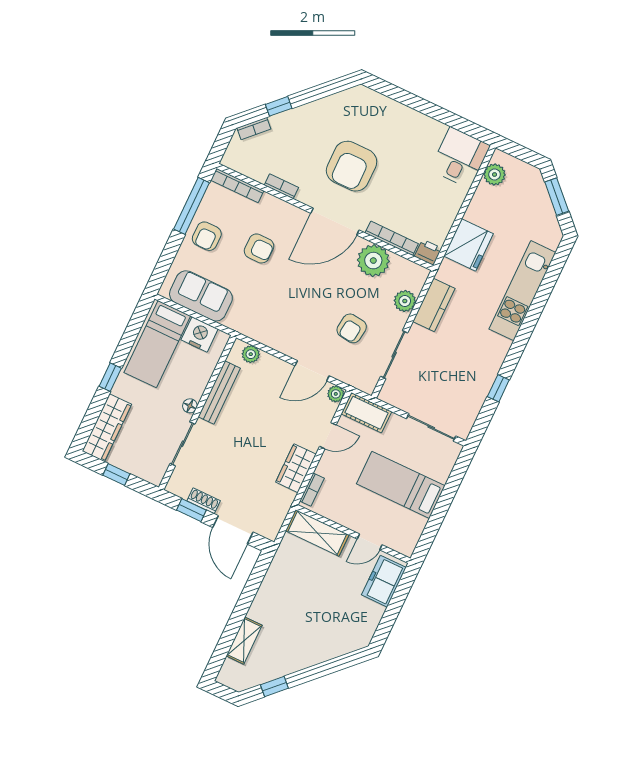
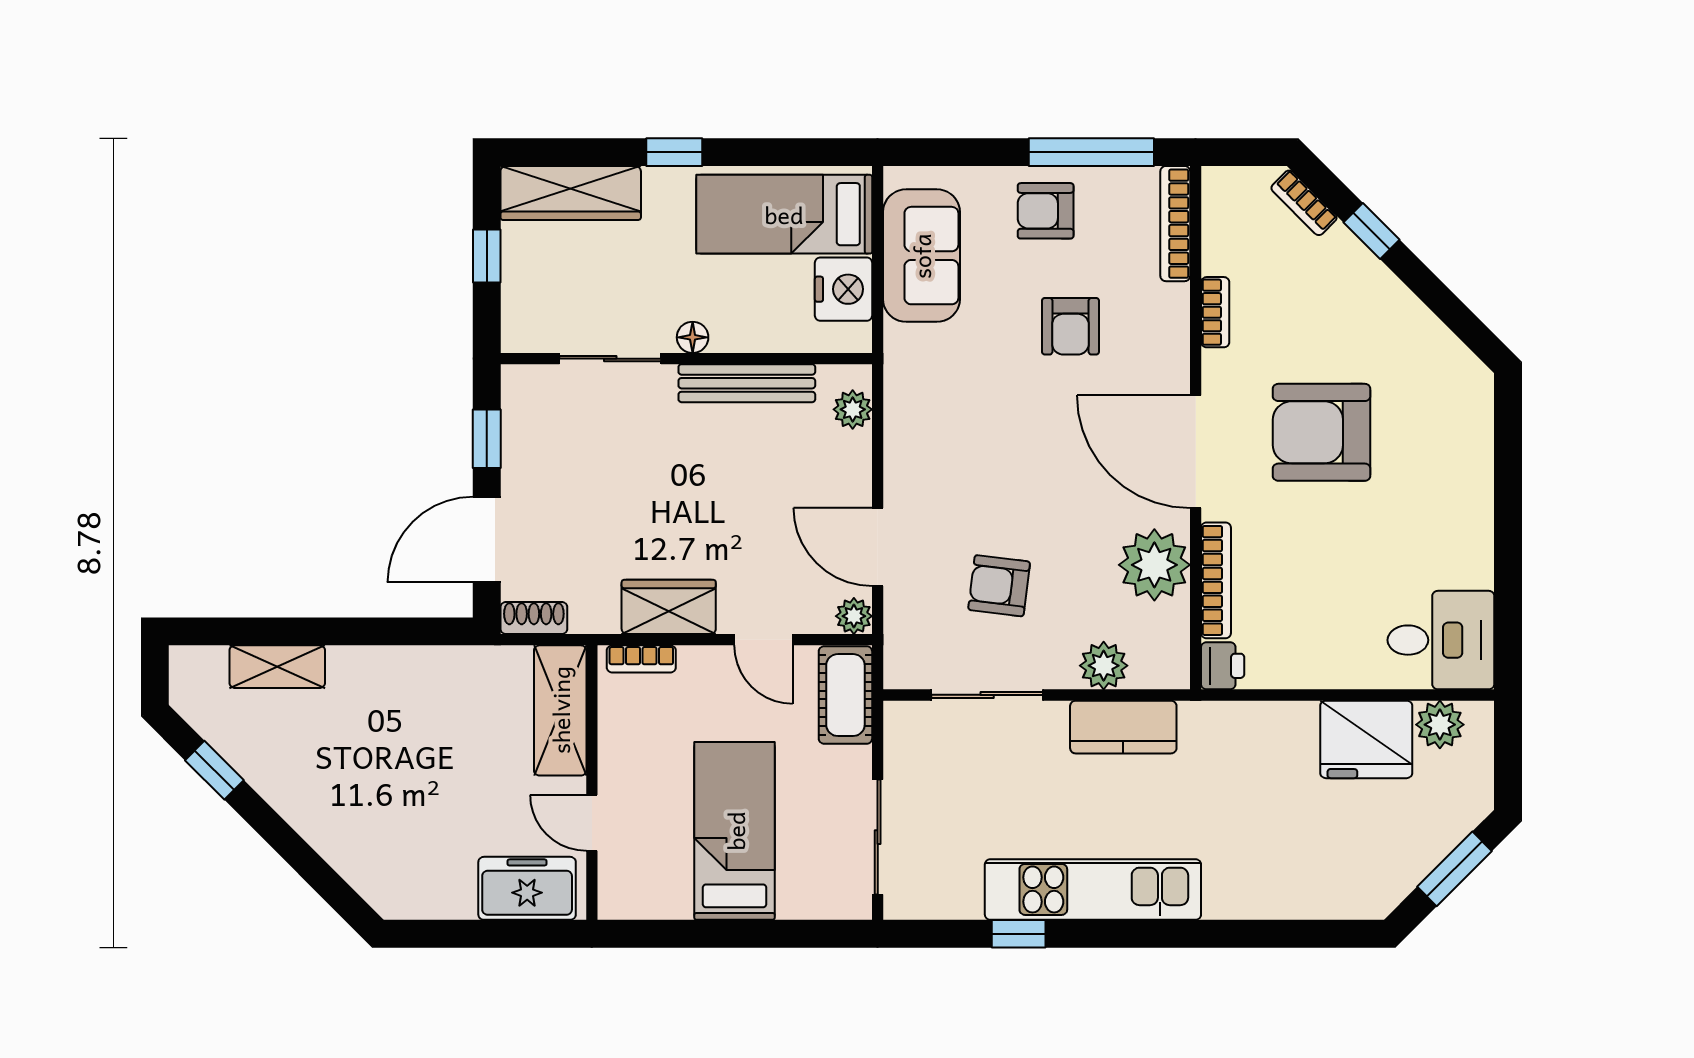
fridge: (469, 245) -> (1366, 739), moved
kitchen unit: (522, 291) -> (1093, 889), moved
shoe rack: (204, 501) -> (534, 618), moved, turned -90

